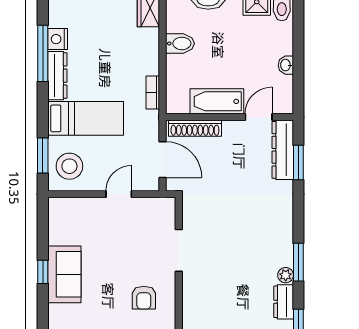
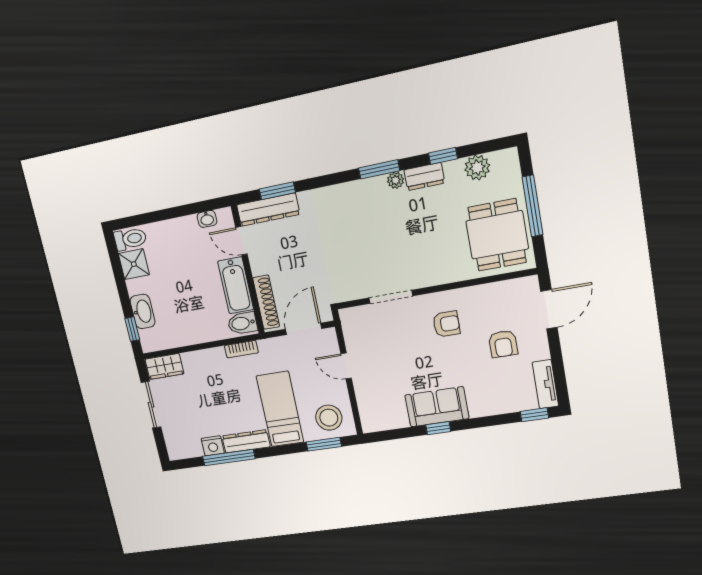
bidet: (180, 43) -> (242, 323), moved, turned -90
washbasin: (286, 65) -> (207, 219), moved

